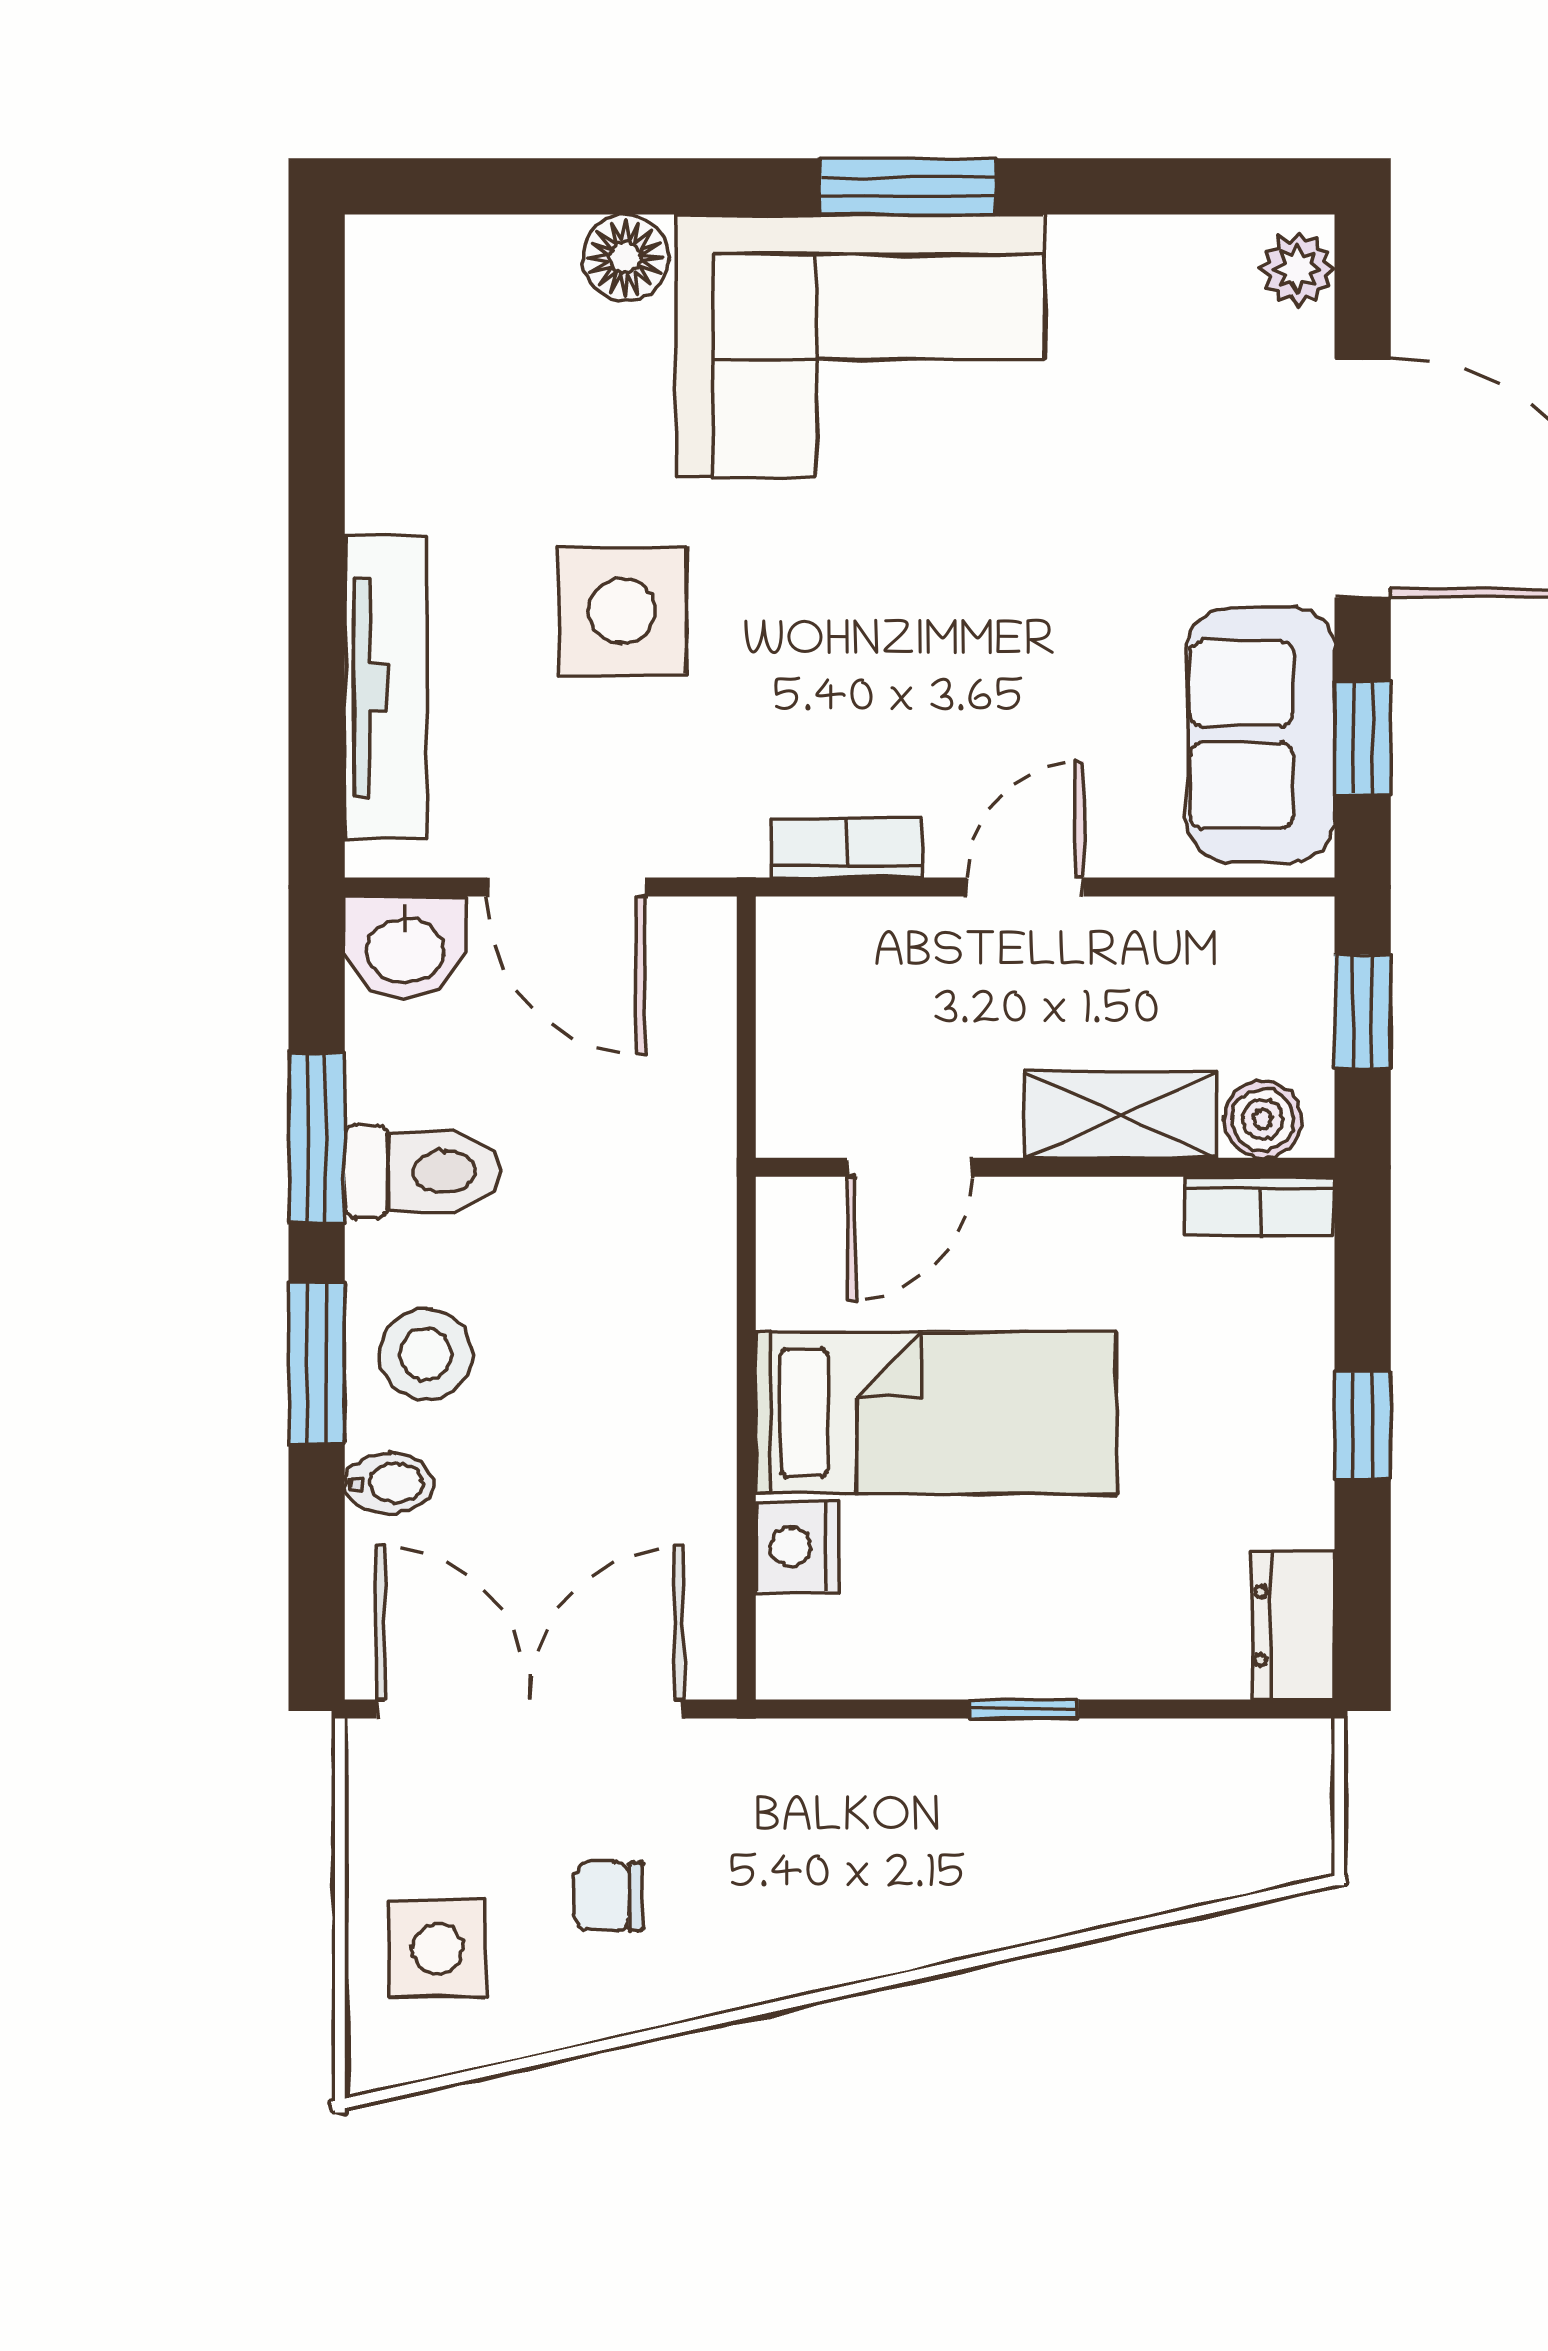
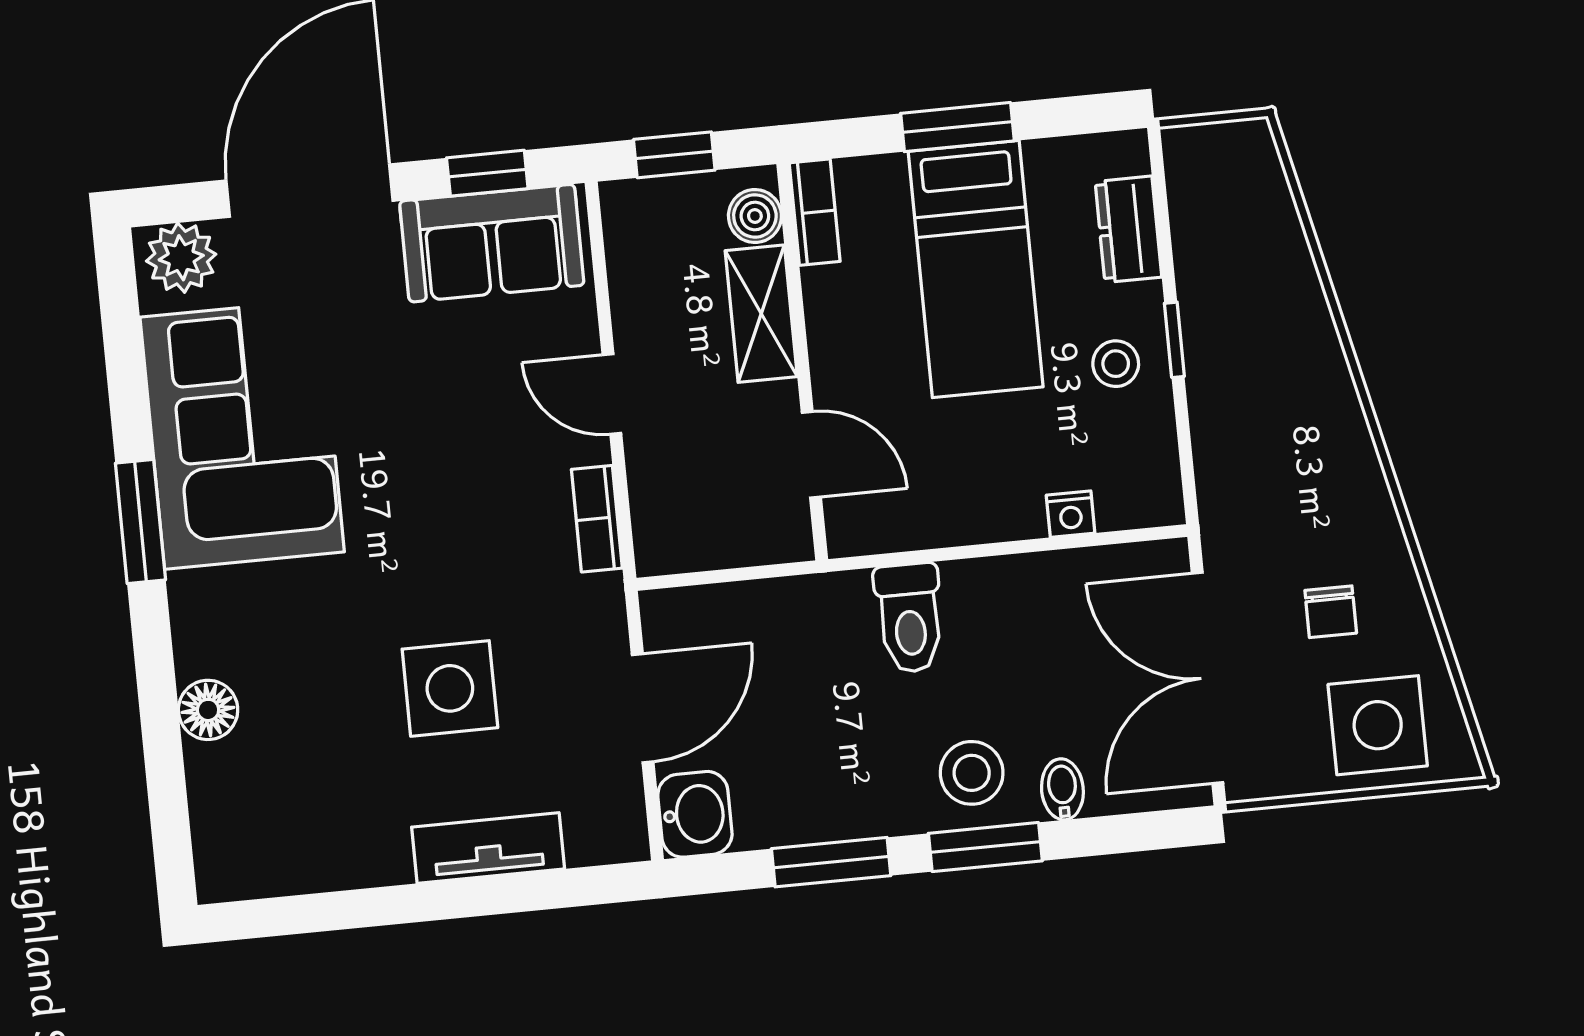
plant: (1298, 269) -> (181, 258), width x1.38, depth x1.38
corner sofa: (860, 346) -> (242, 435), moved
tv unit: (386, 687) -> (488, 848), width x0.71
toilet: (422, 1171) -> (909, 618), moved, turned 180
bed: (936, 1413) -> (976, 269), moved, turned 180
window: (1363, 1425) -> (957, 127), width x1.50
nightstand: (797, 1547) -> (1071, 514), width x0.72, depth x0.74
stool: (998, 1621) -> (1116, 364), added
dresser: (1293, 1626) -> (1128, 229), moved, turned 90
side table: (437, 1948) -> (1378, 725), width x1.37, depth x1.37

